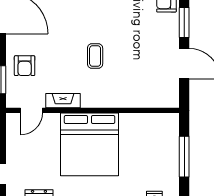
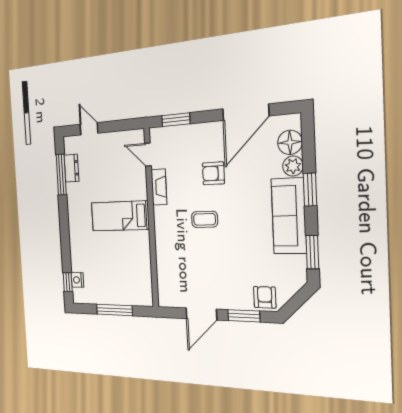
armchair: (25, 66) -> (213, 173), moved
bed: (90, 144) -> (120, 216), width x0.49

